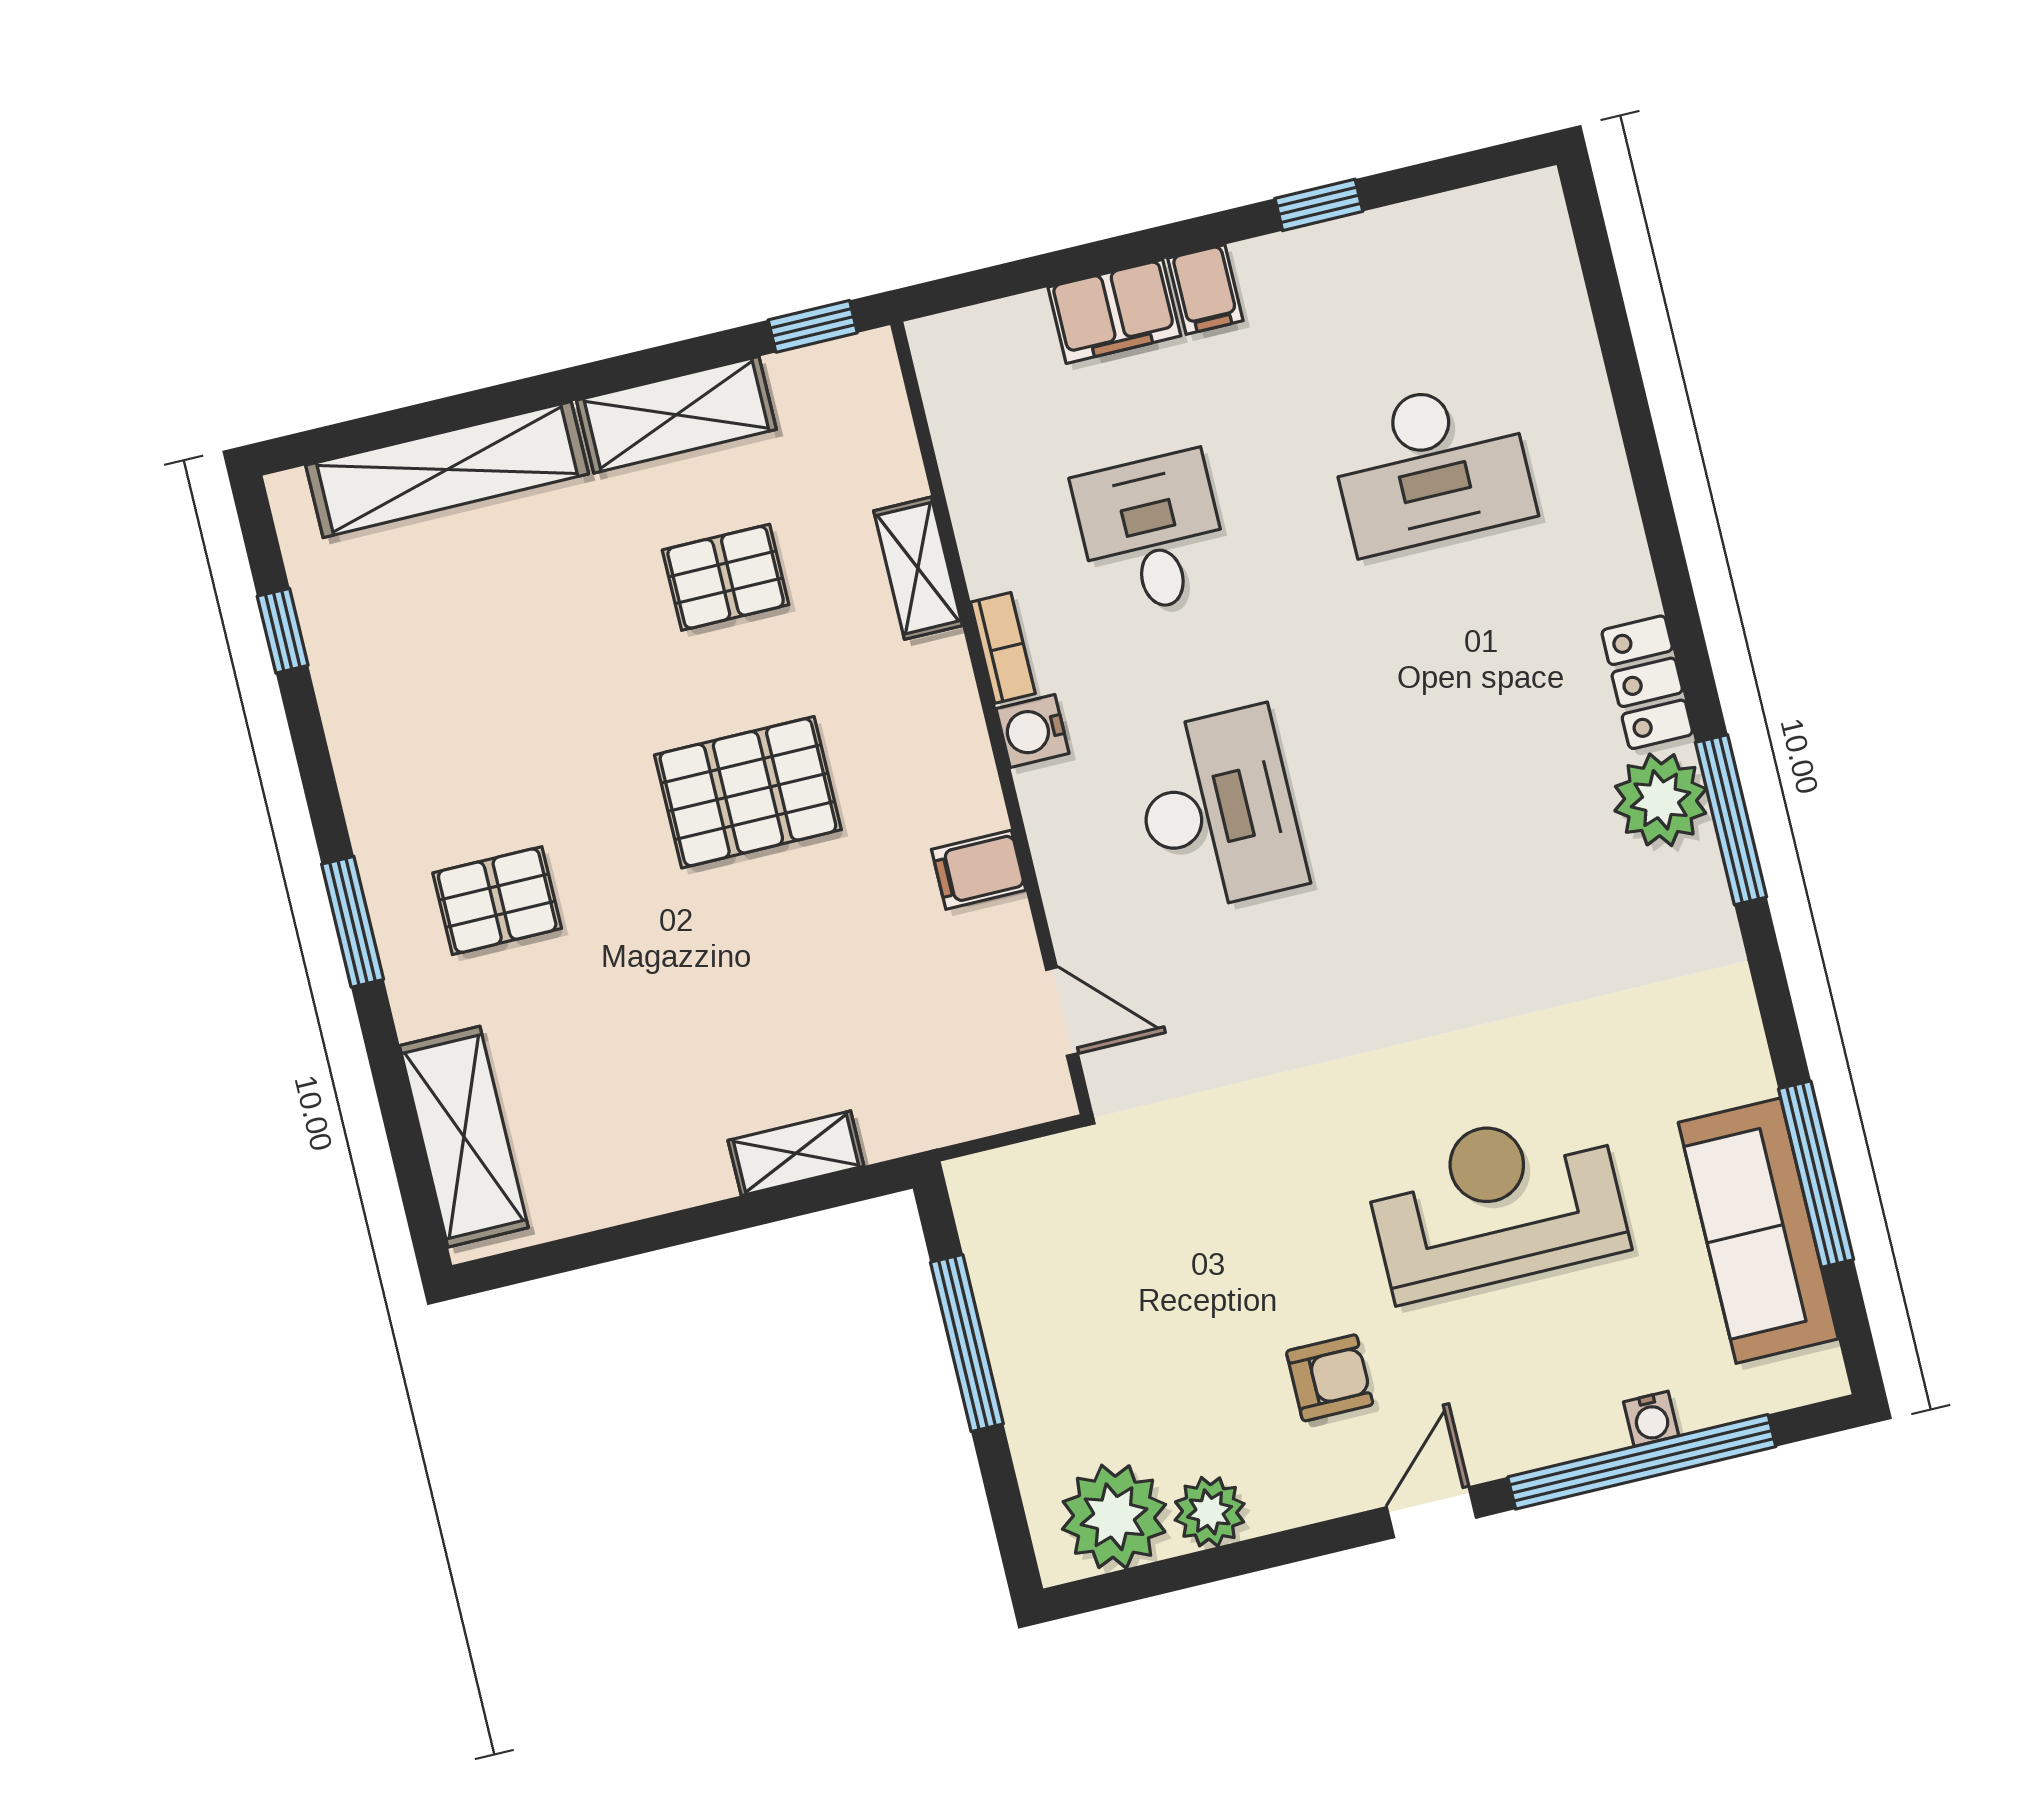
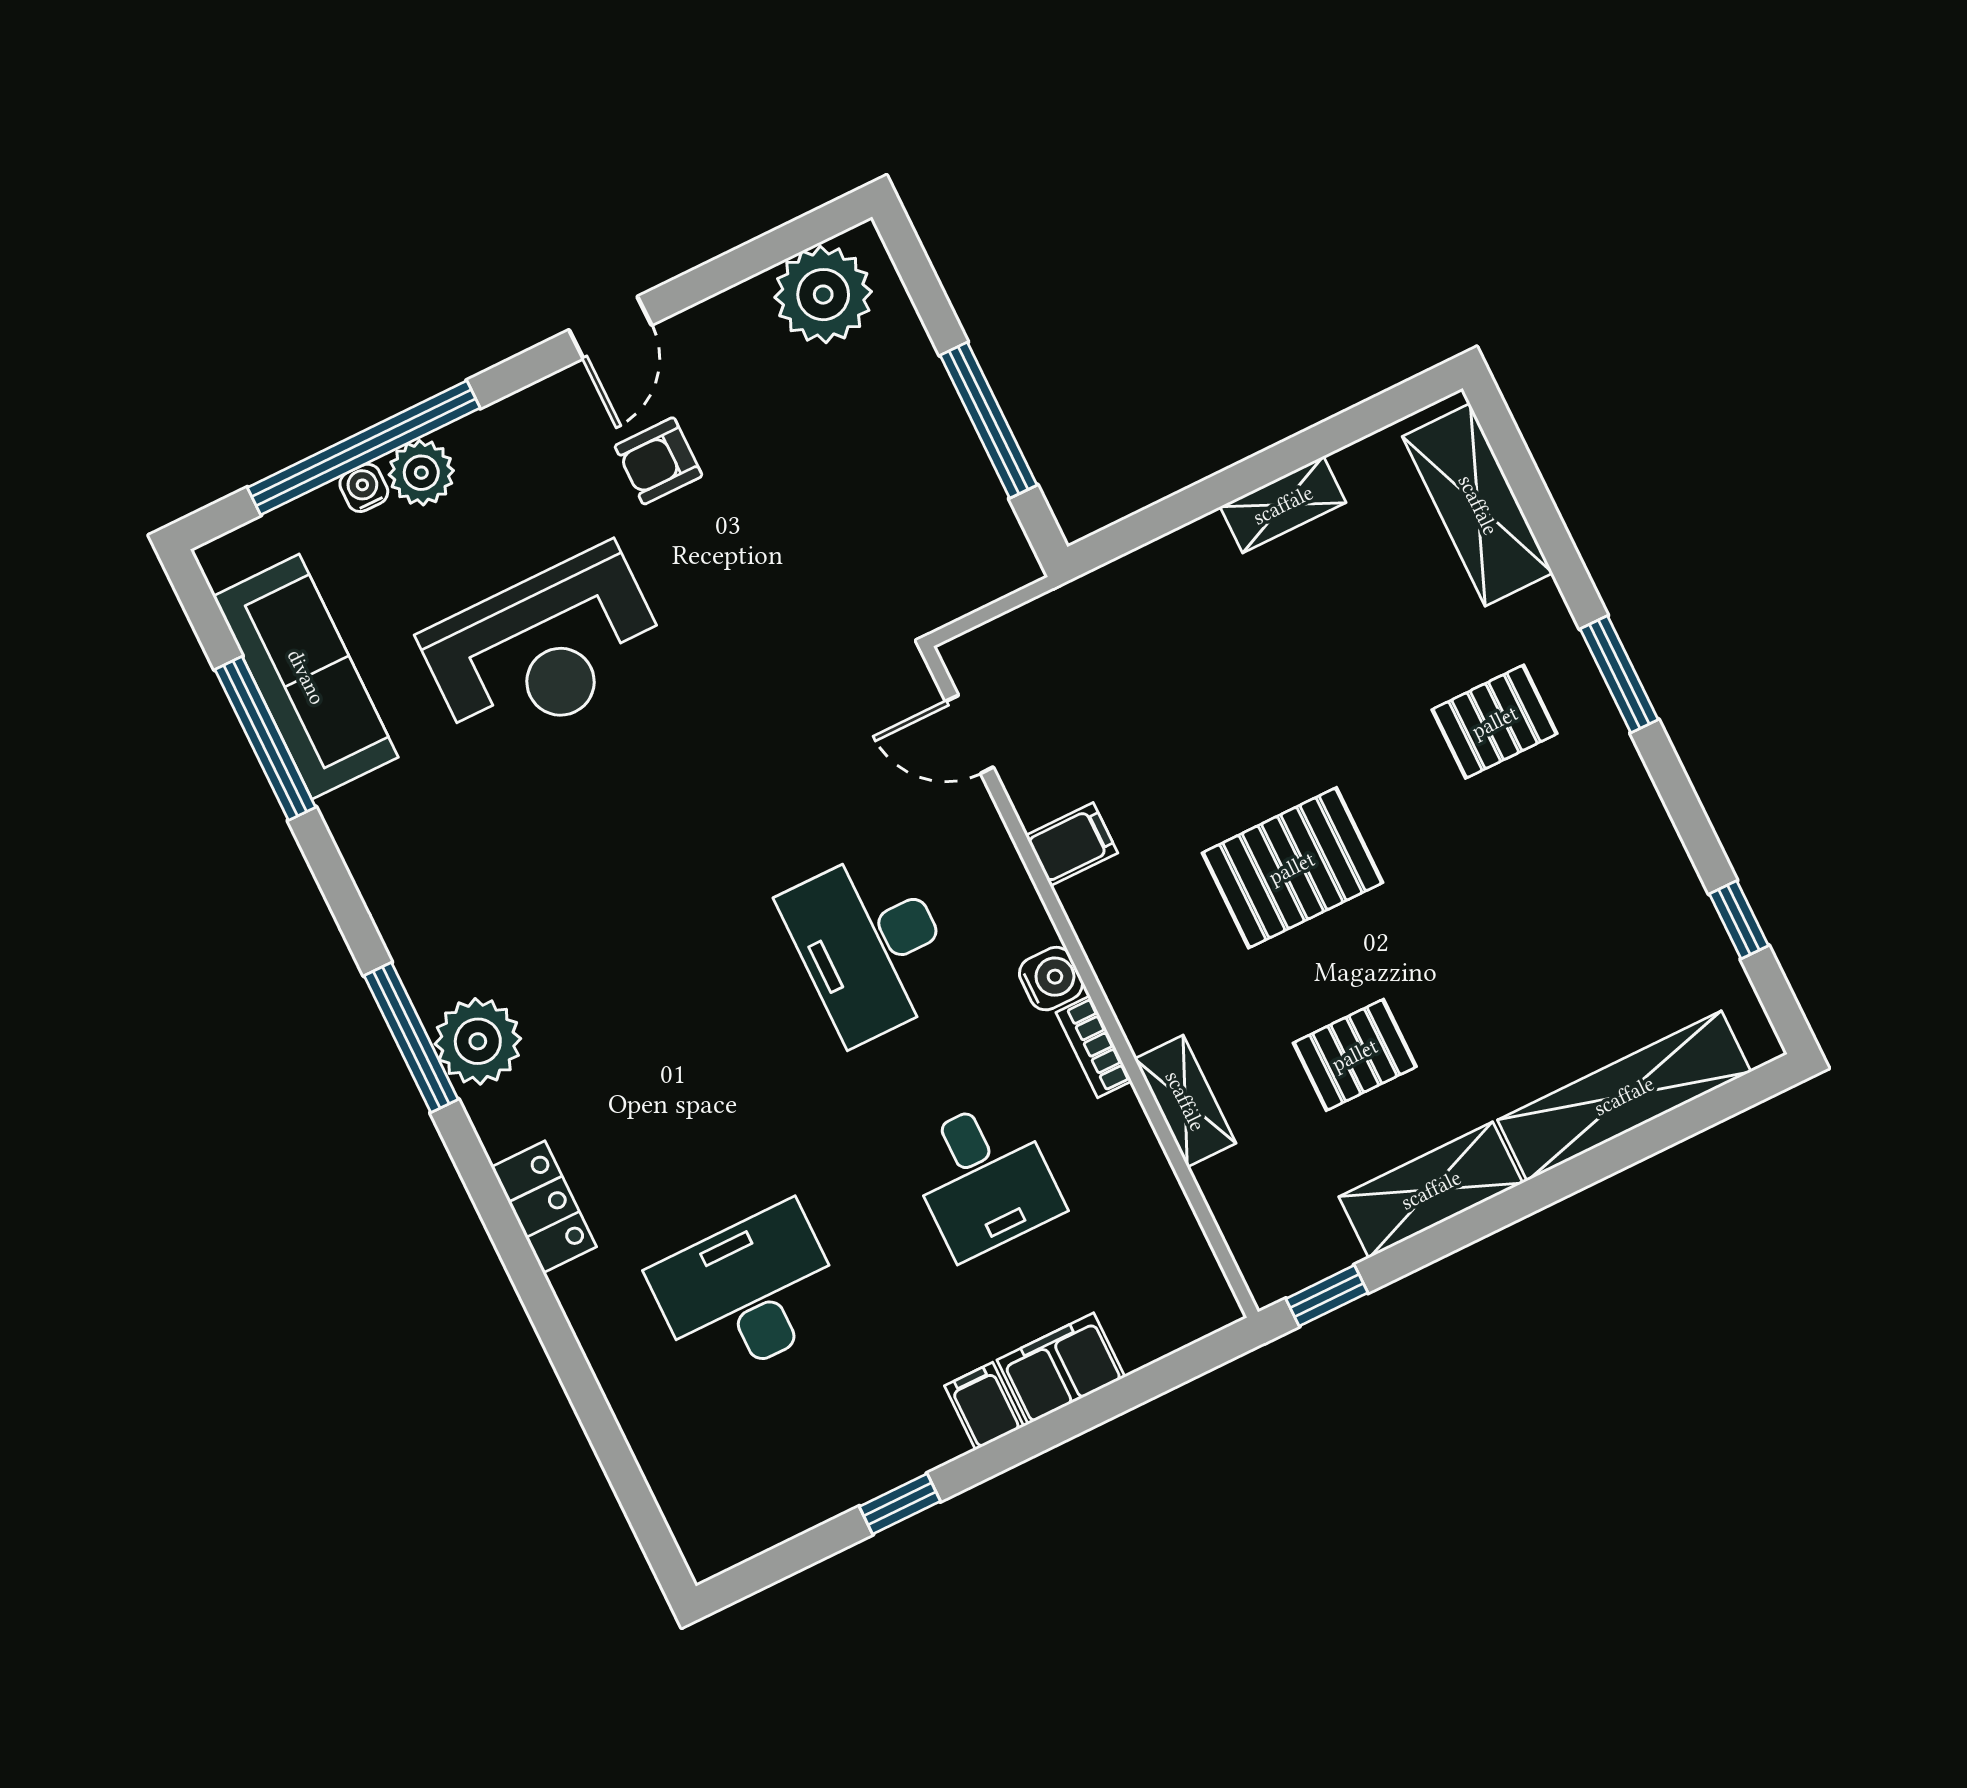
locker: (1647, 682) -> (544, 1207), moved
shelving: (796, 1153) -> (1283, 505), moved
plant: (1210, 1512) -> (421, 473), moved
door: (1431, 1512) -> (610, 327), moved

